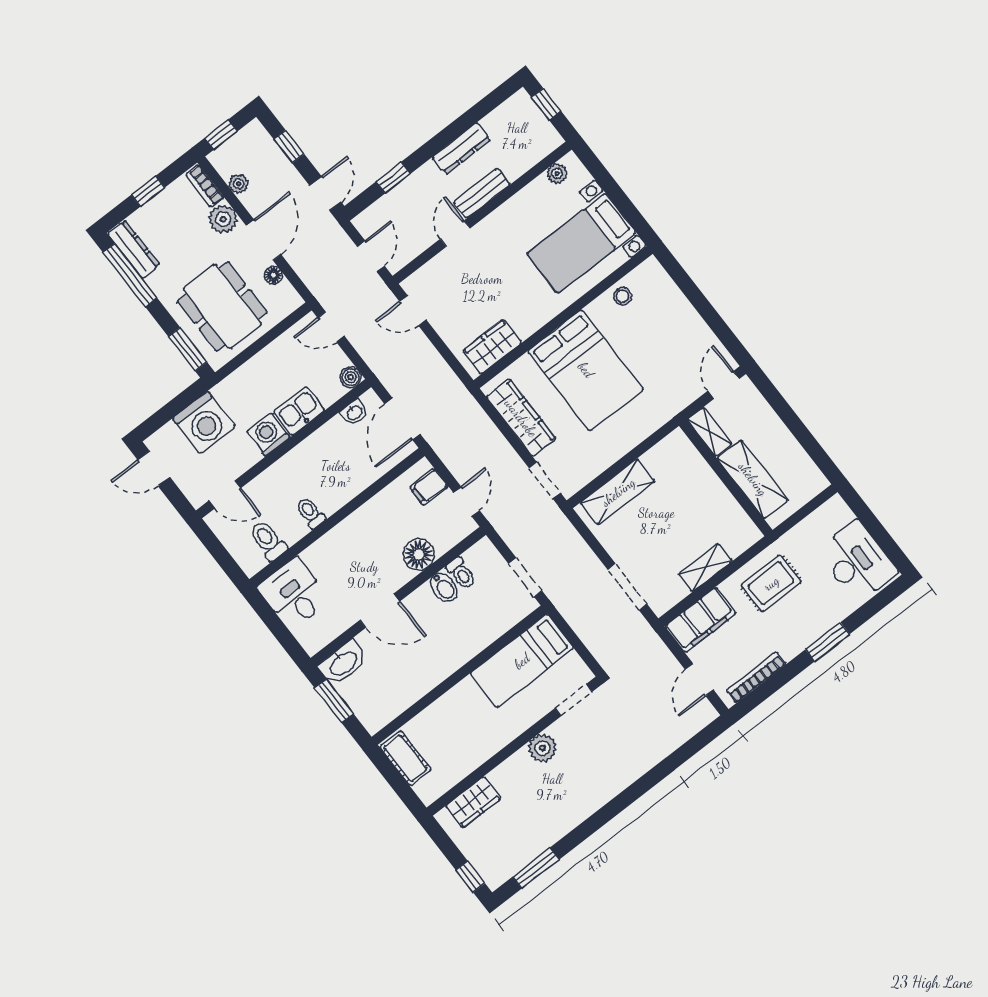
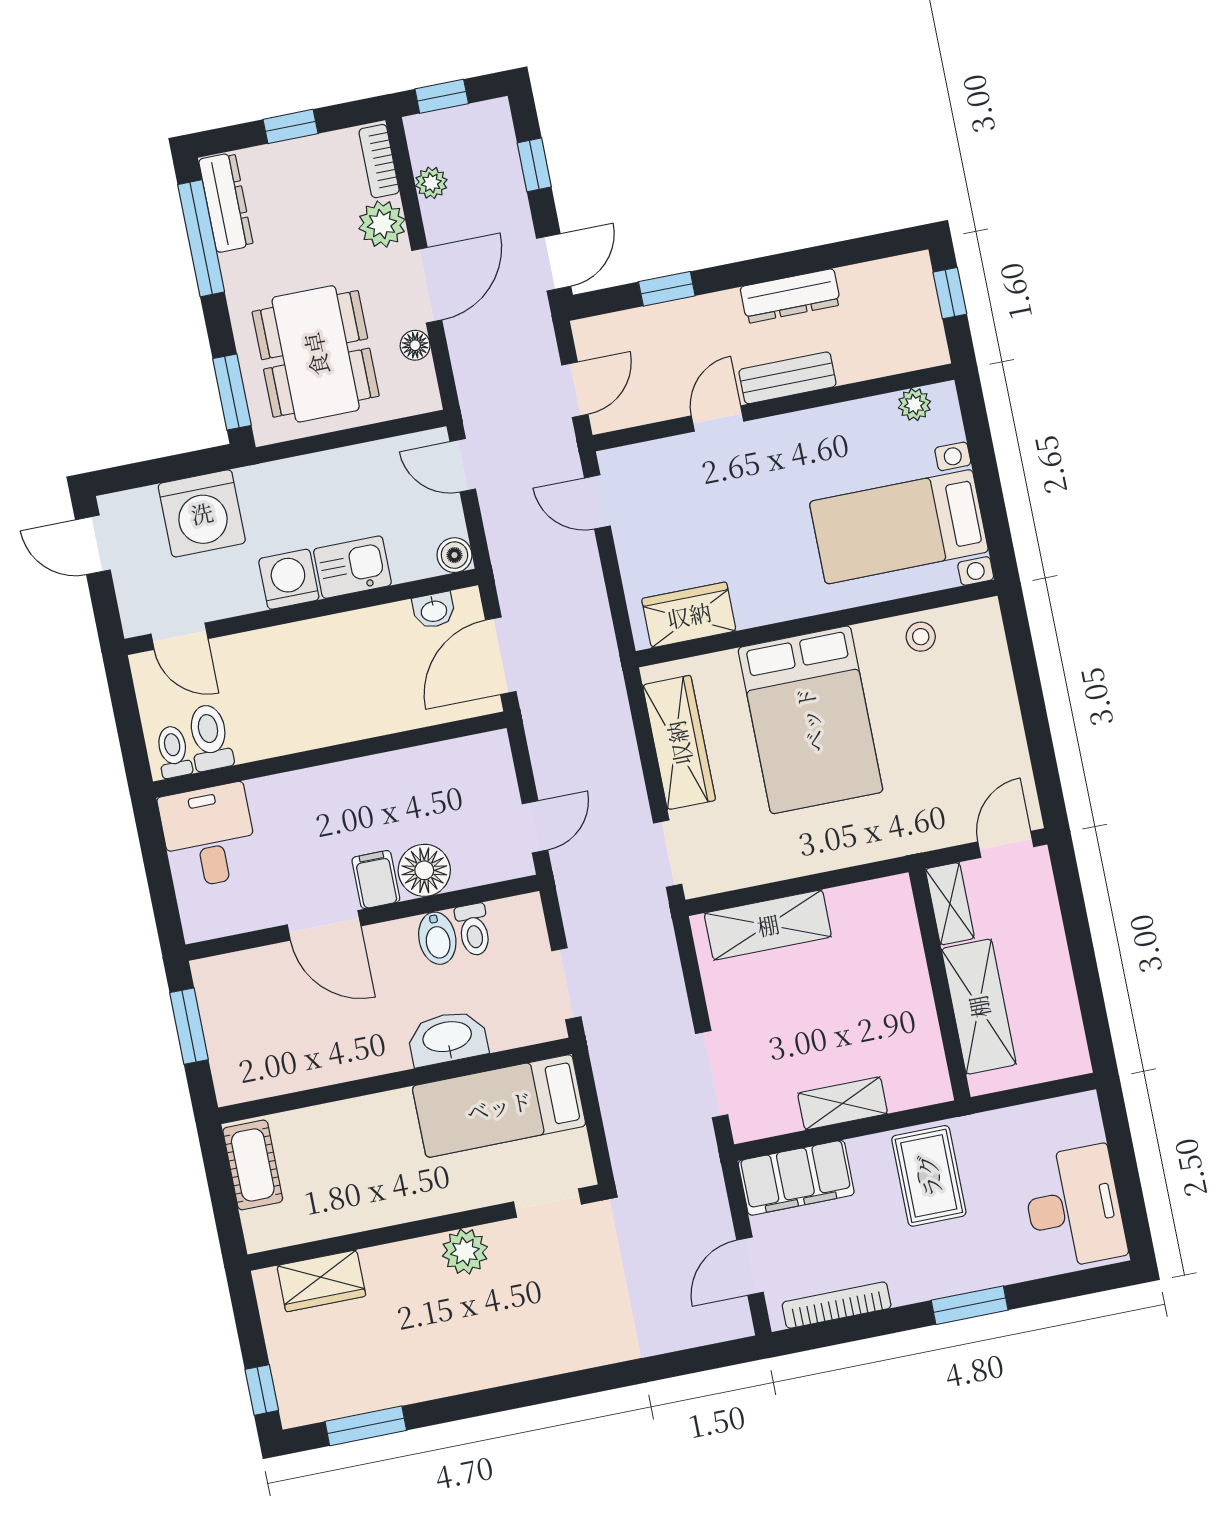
filing cabinet: (429, 487) -> (376, 880), moved, turned 90
toilet: (311, 513) -> (173, 752), moved
rug: (771, 583) -> (929, 1176), turned 90
washbasin: (343, 663) -> (447, 1038), moved, turned 180

